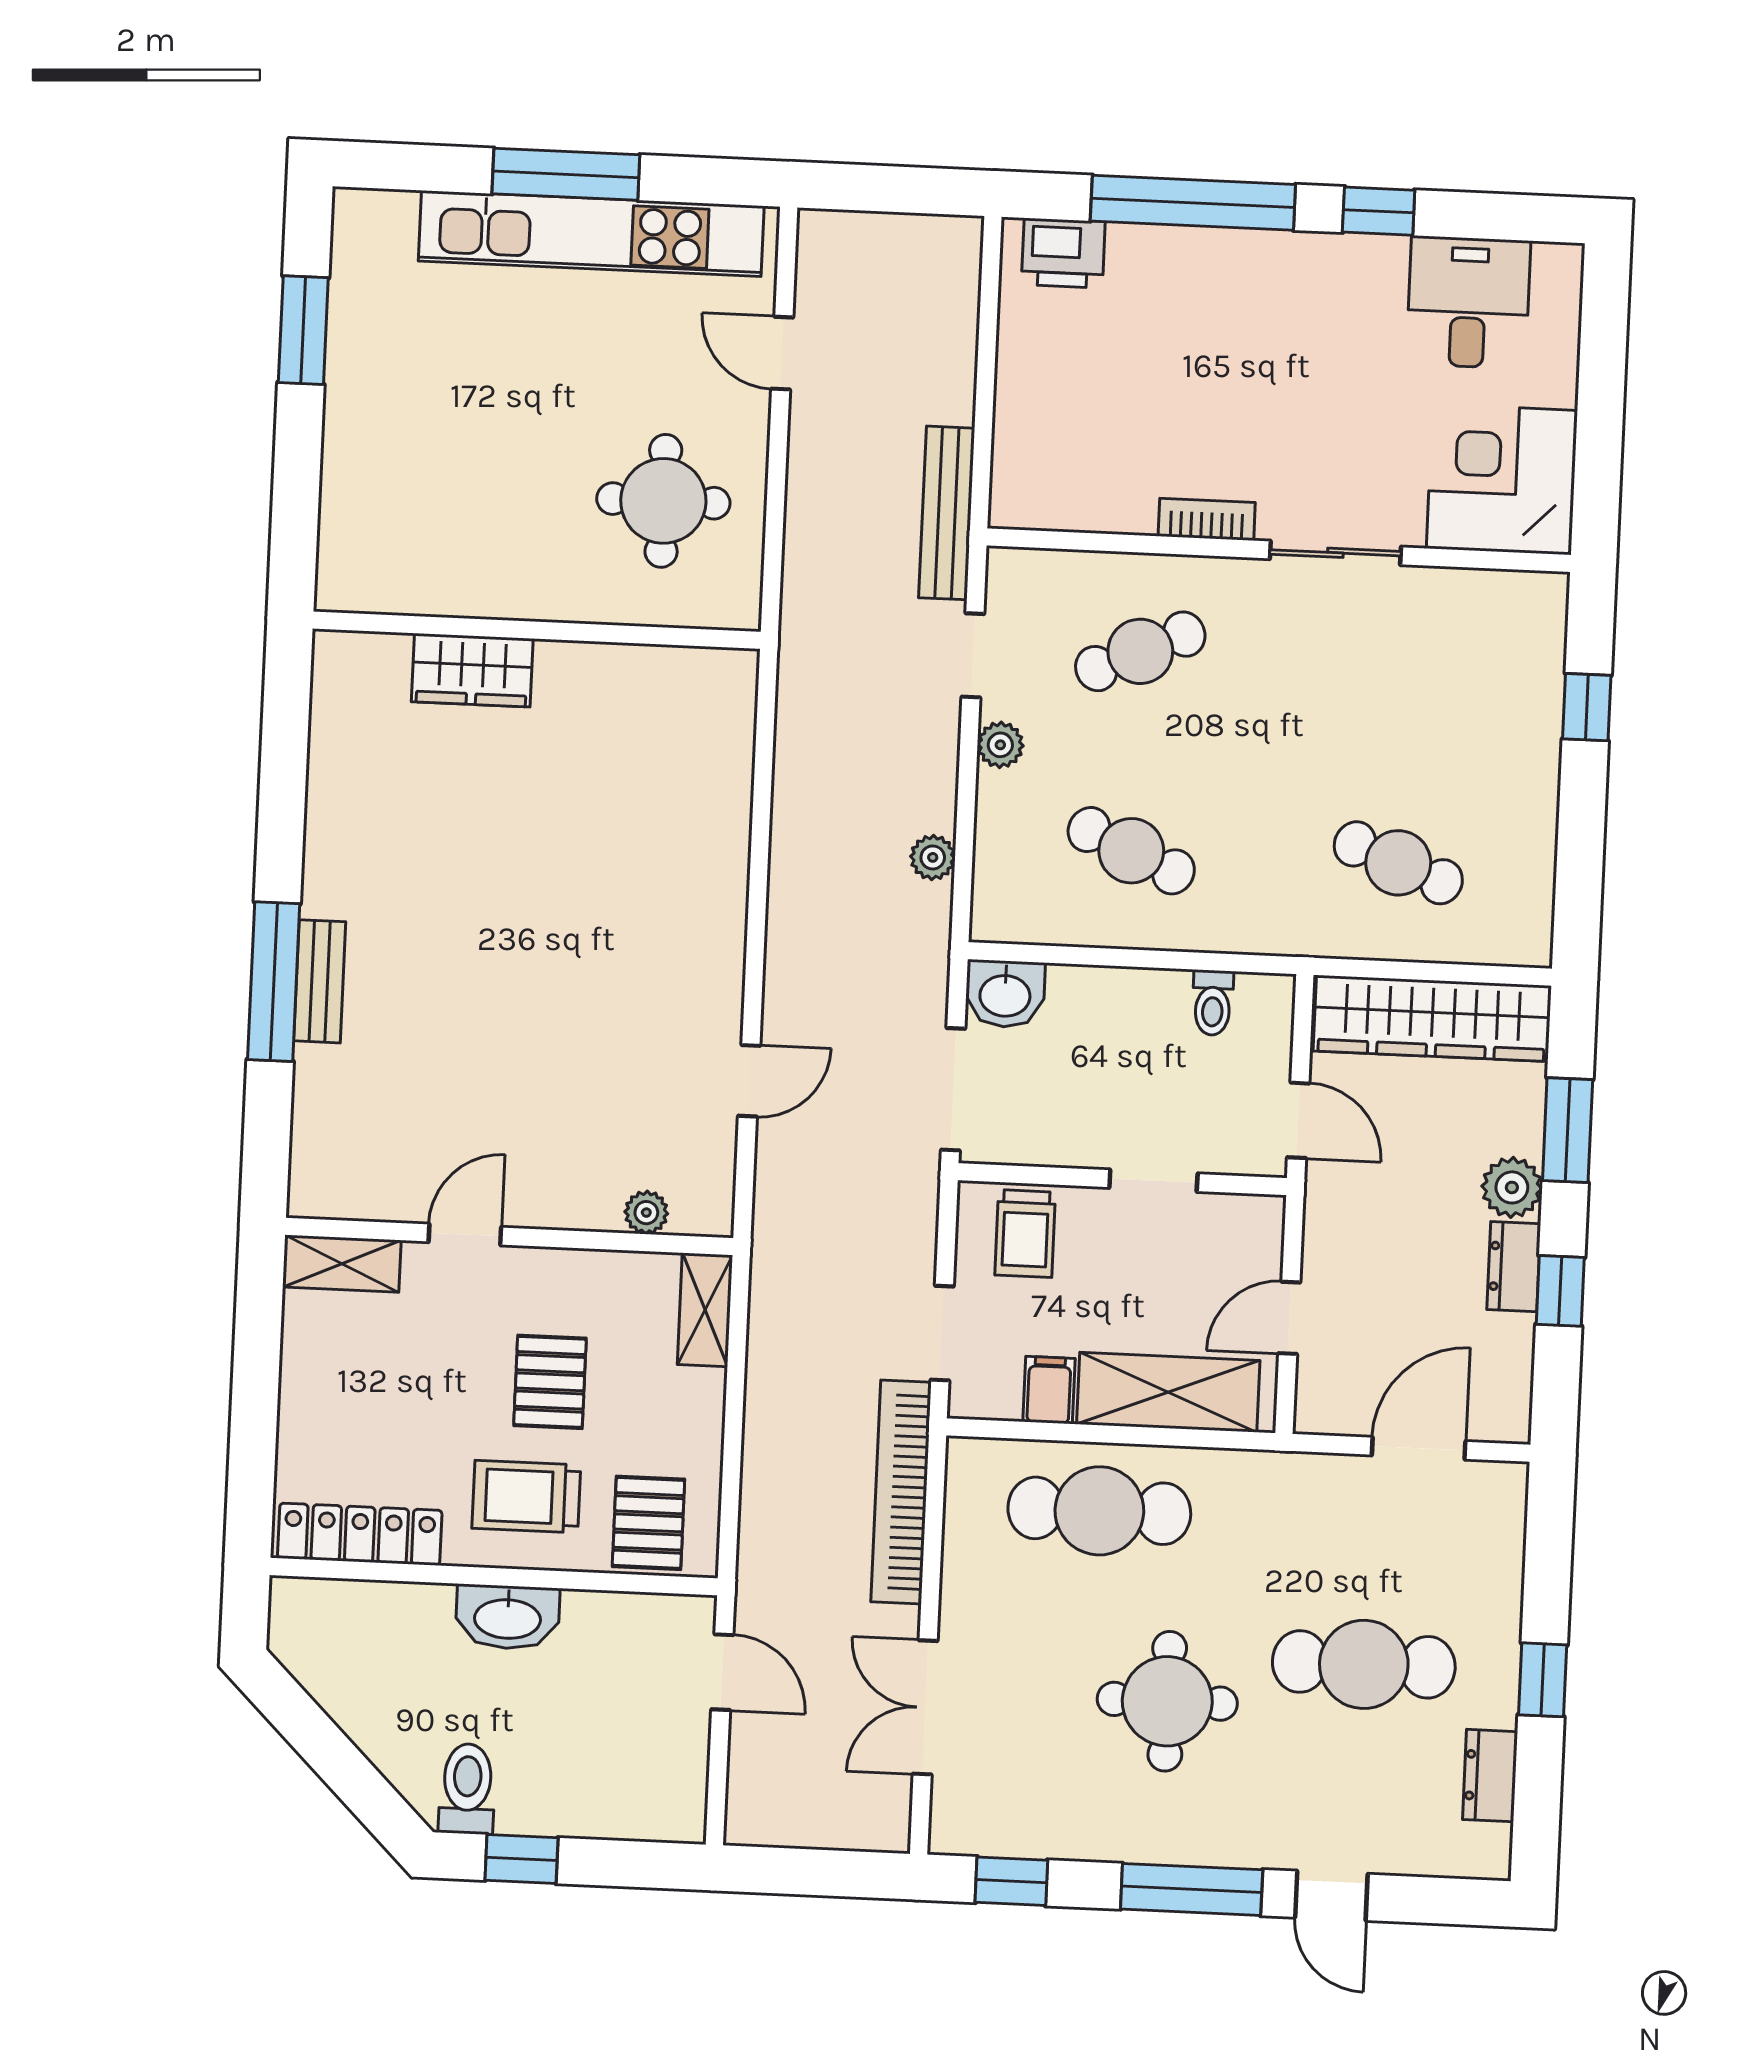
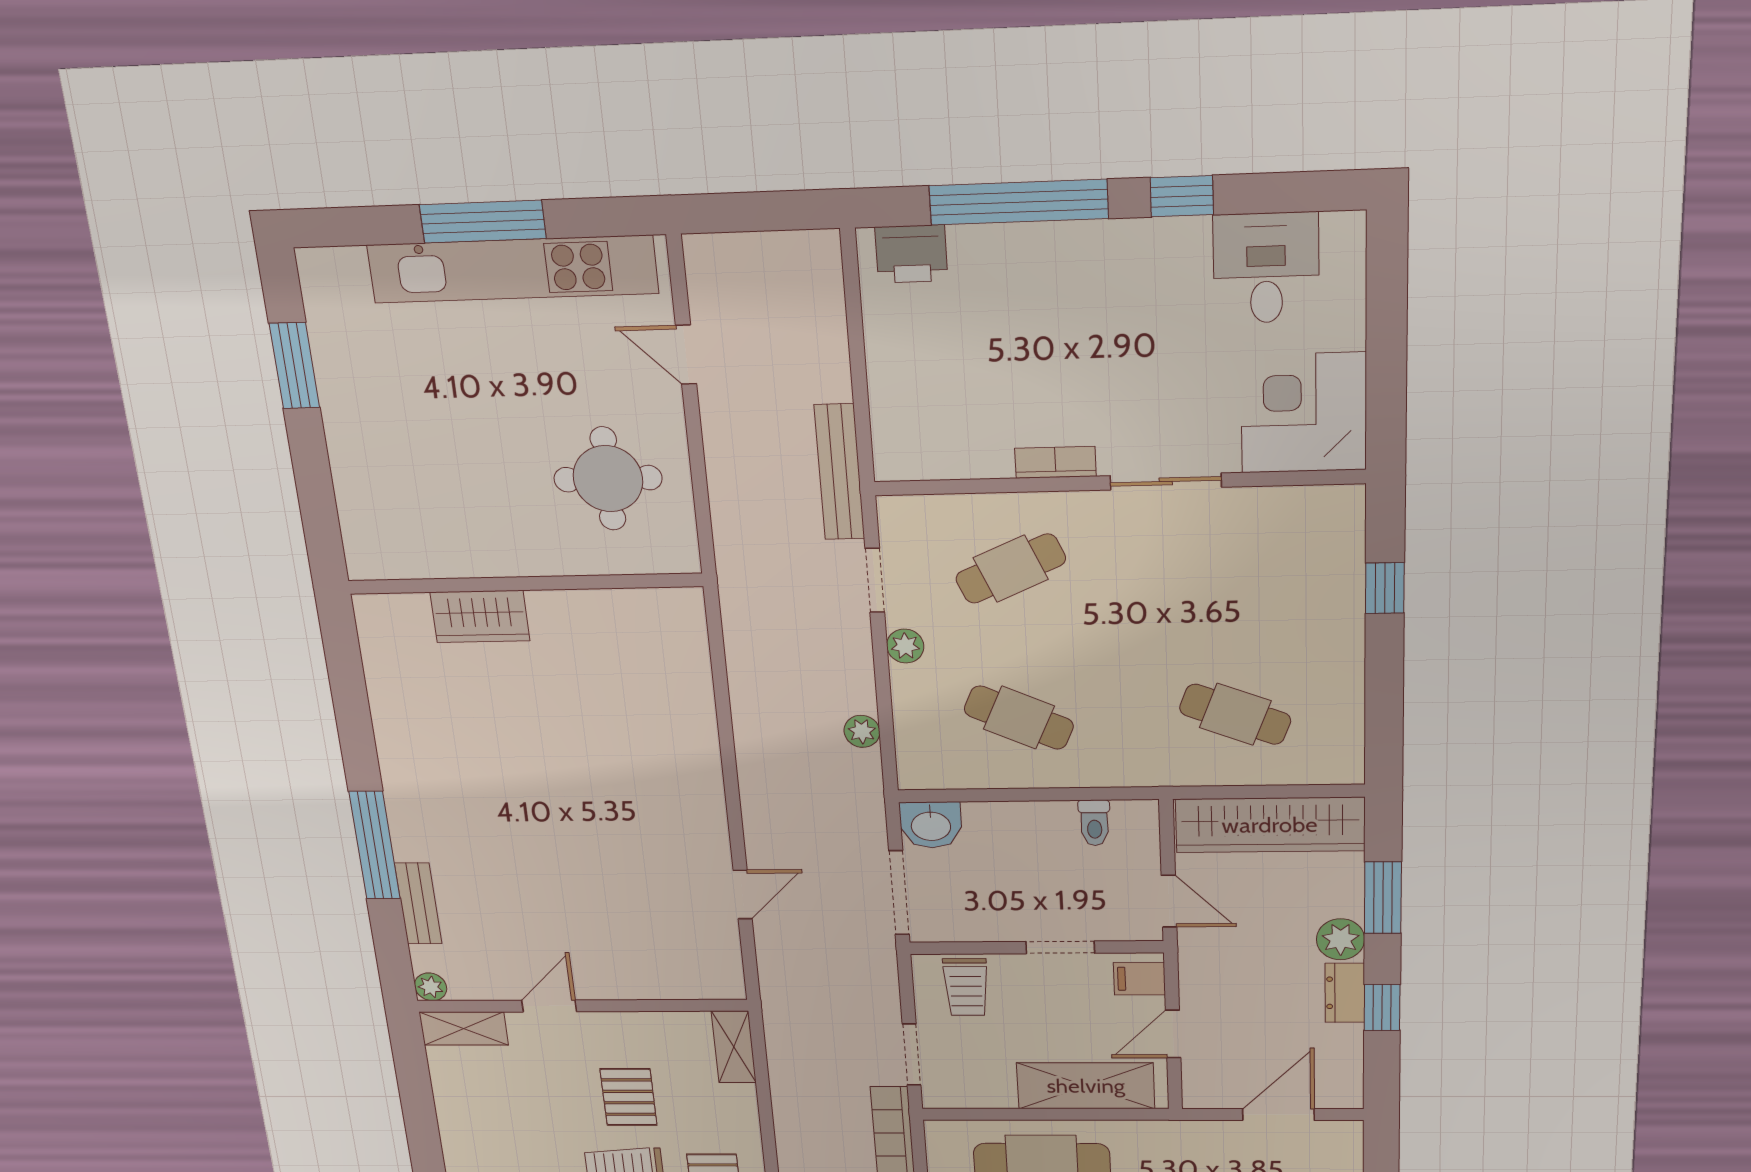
bench: (320, 981) -> (418, 904), moved
plant: (646, 1213) -> (431, 987), moved
filing cabinet: (1049, 1390) -> (1139, 979), moved, turned -90

